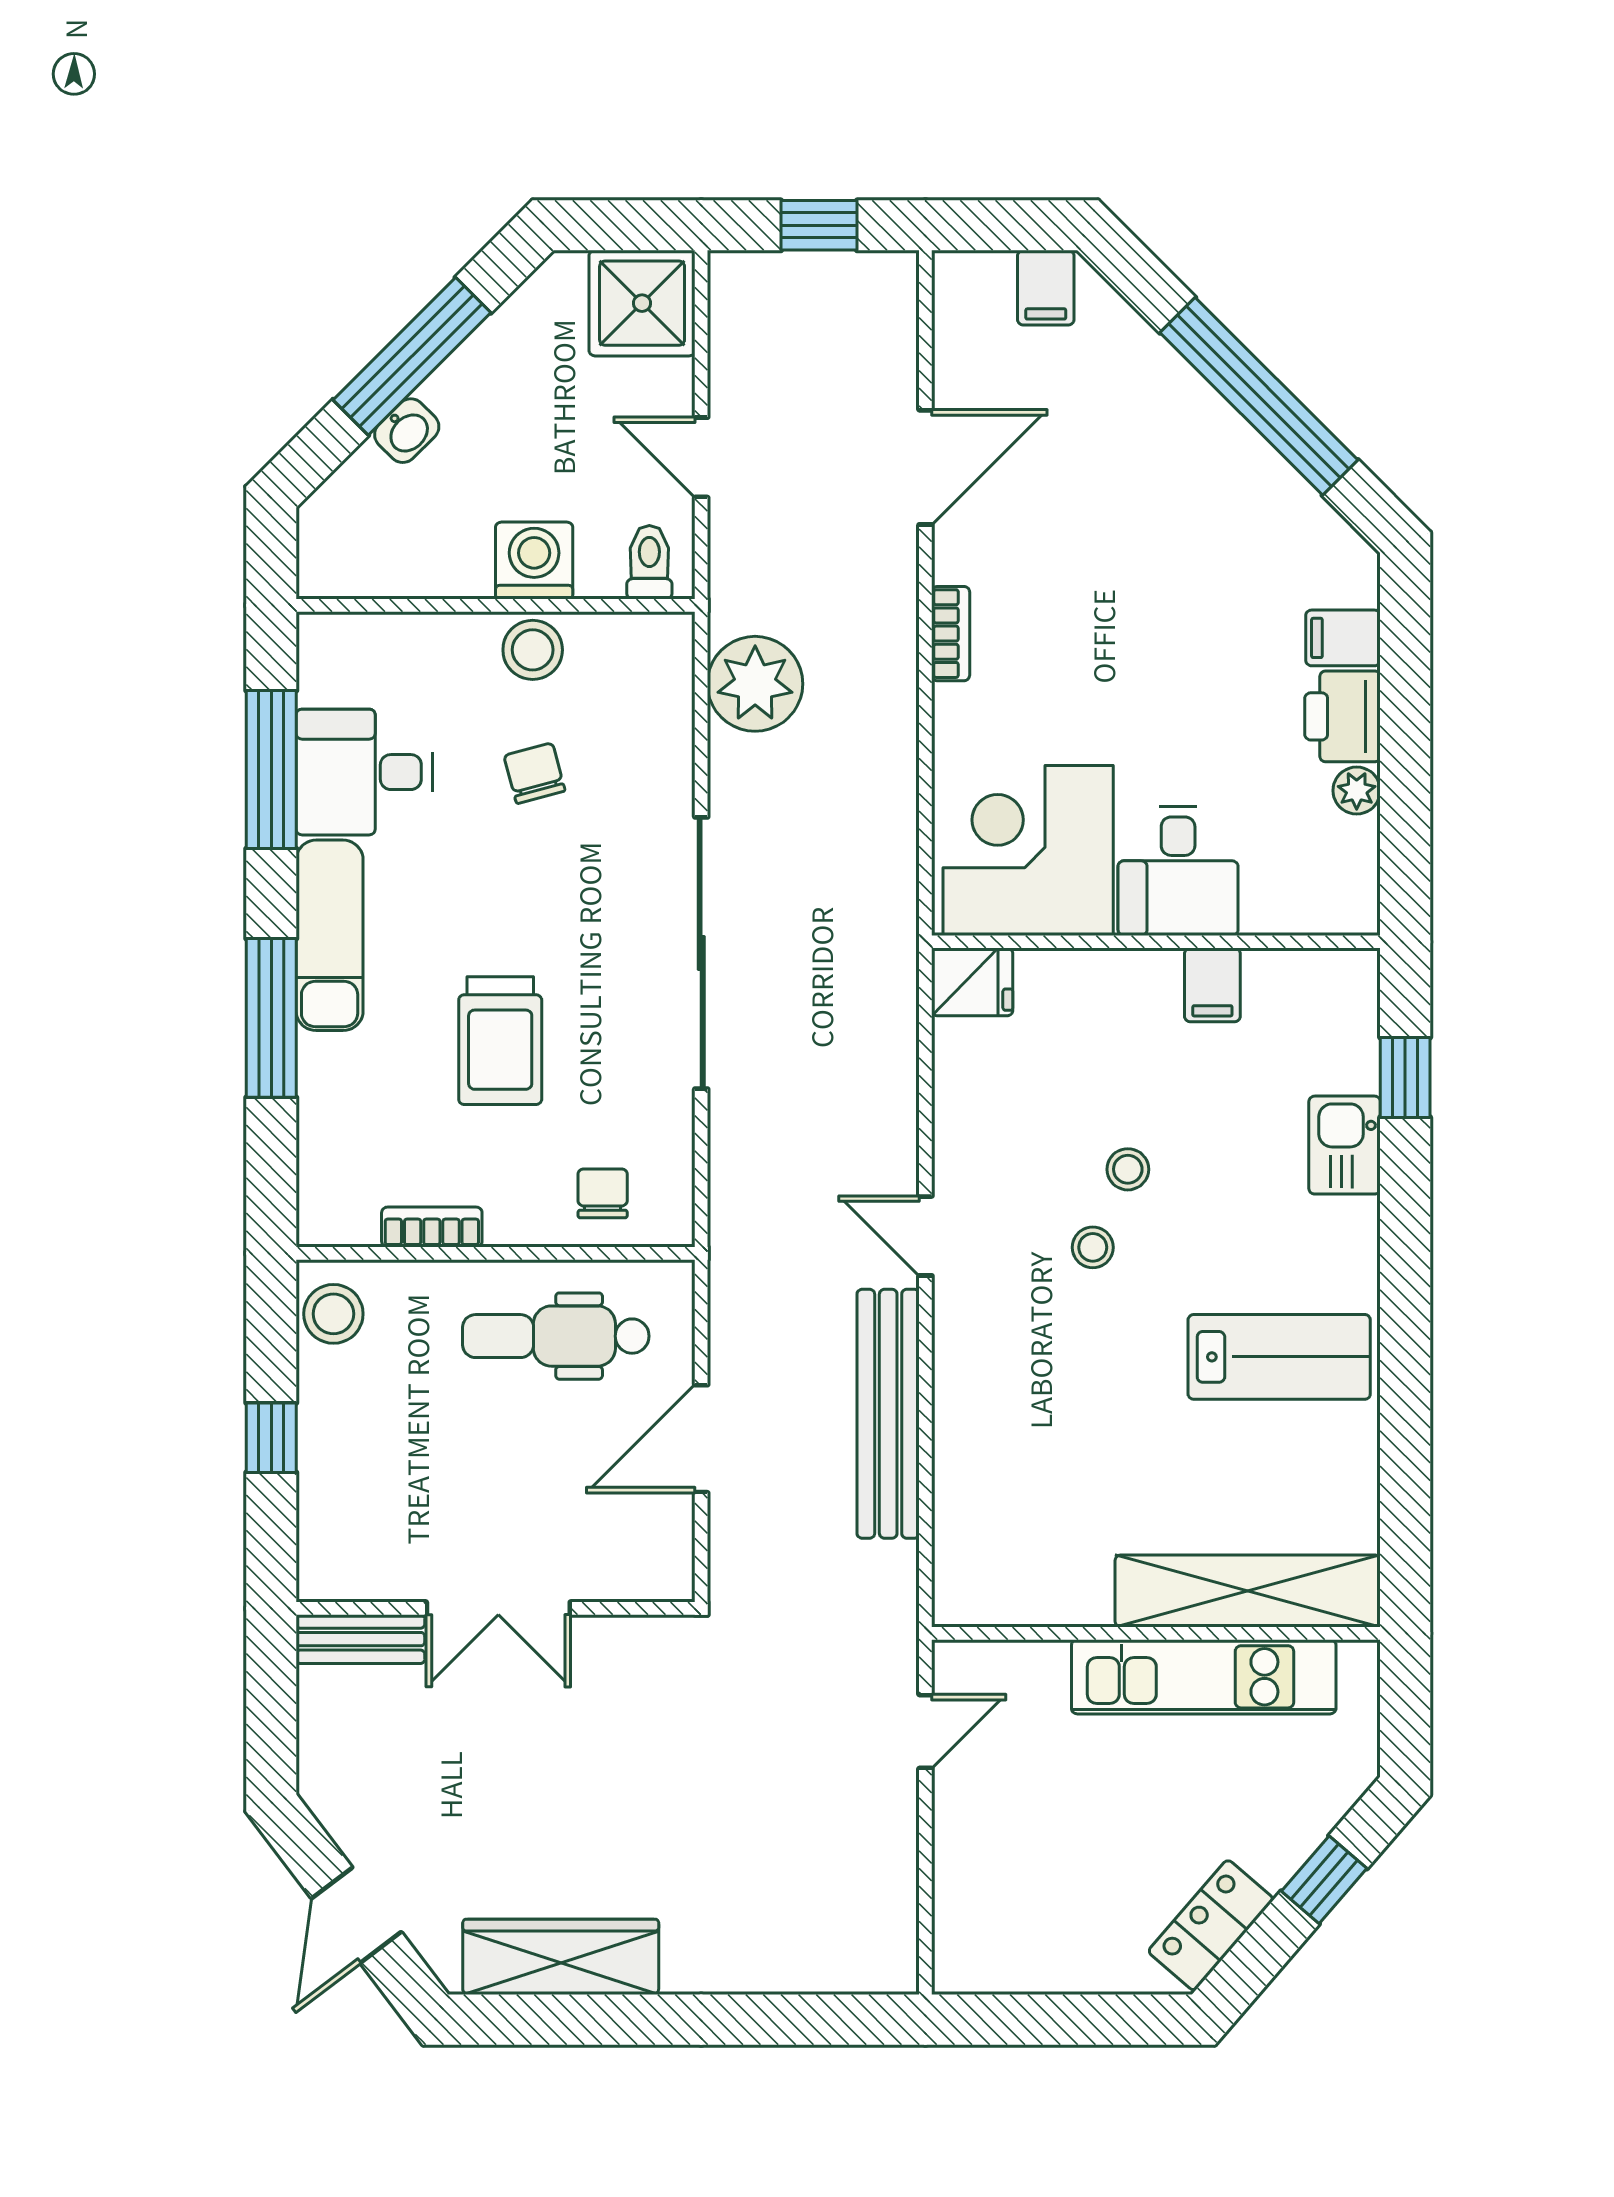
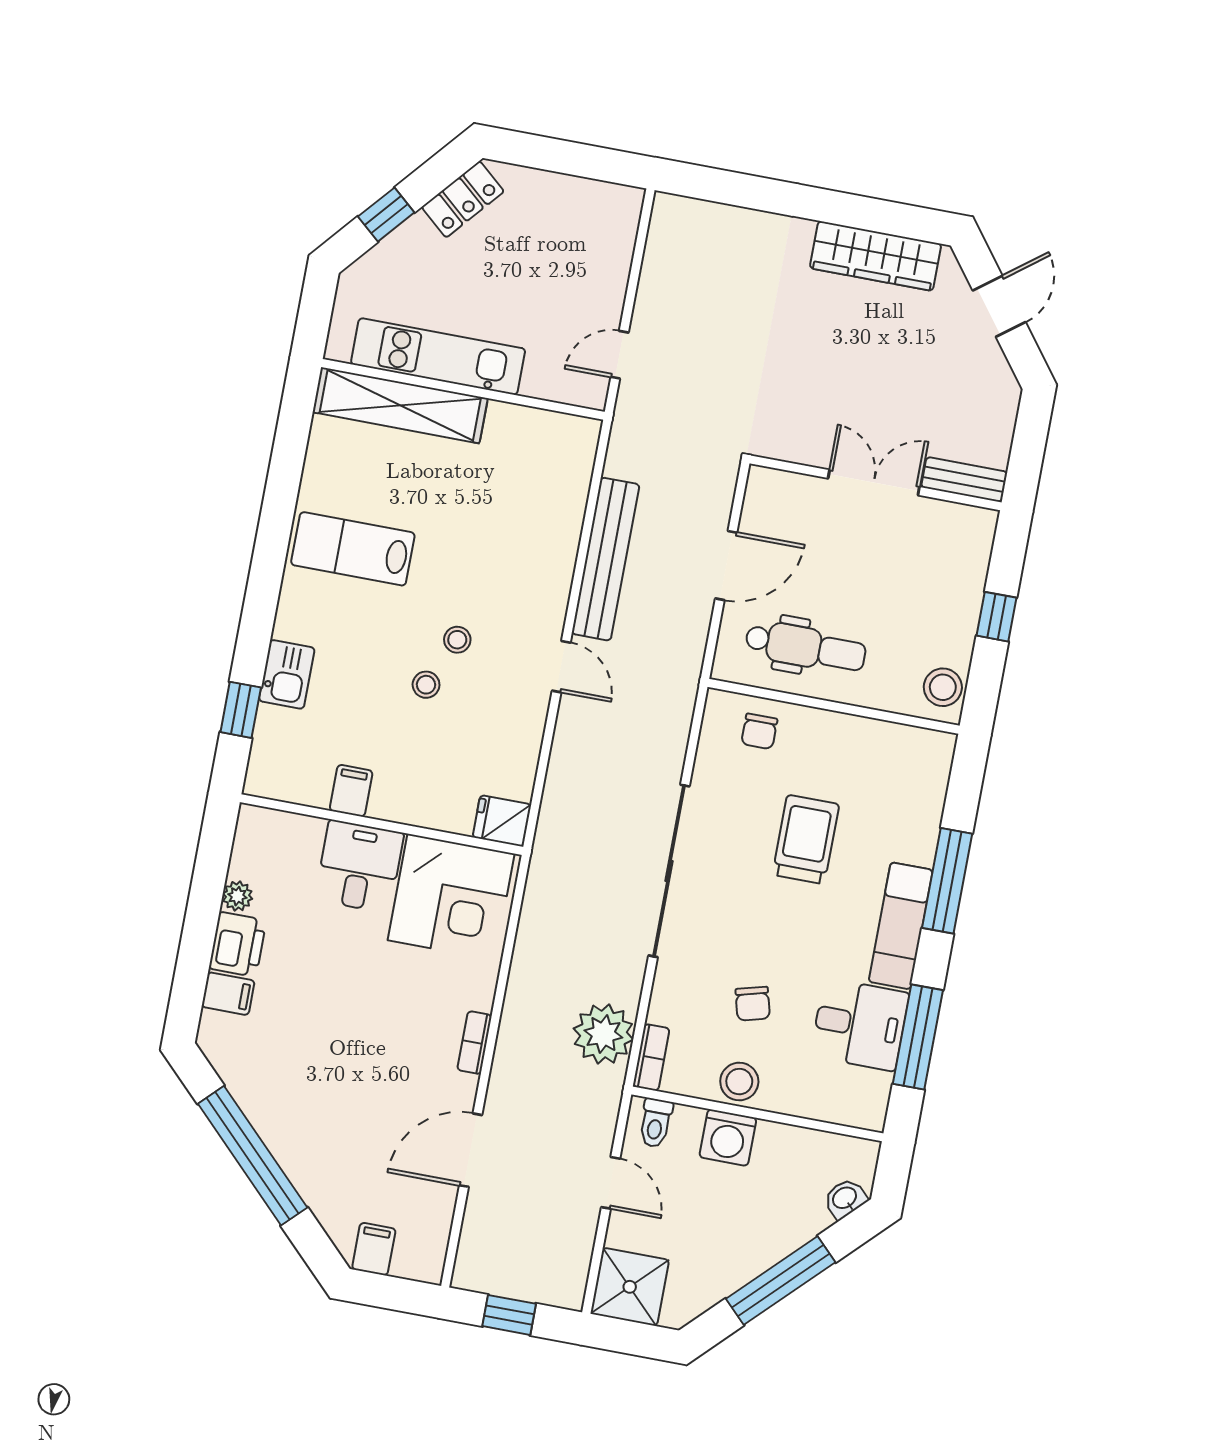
washbasin: (407, 431) -> (845, 1198), moved
bookcase: (432, 1227) -> (651, 1057), moved, turned -90

